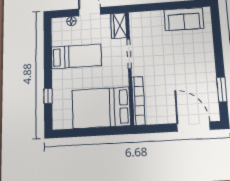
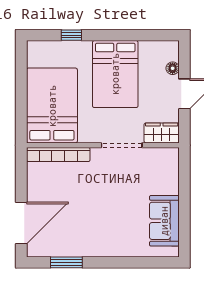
bed: (76, 56) -> (115, 74), width x1.50

